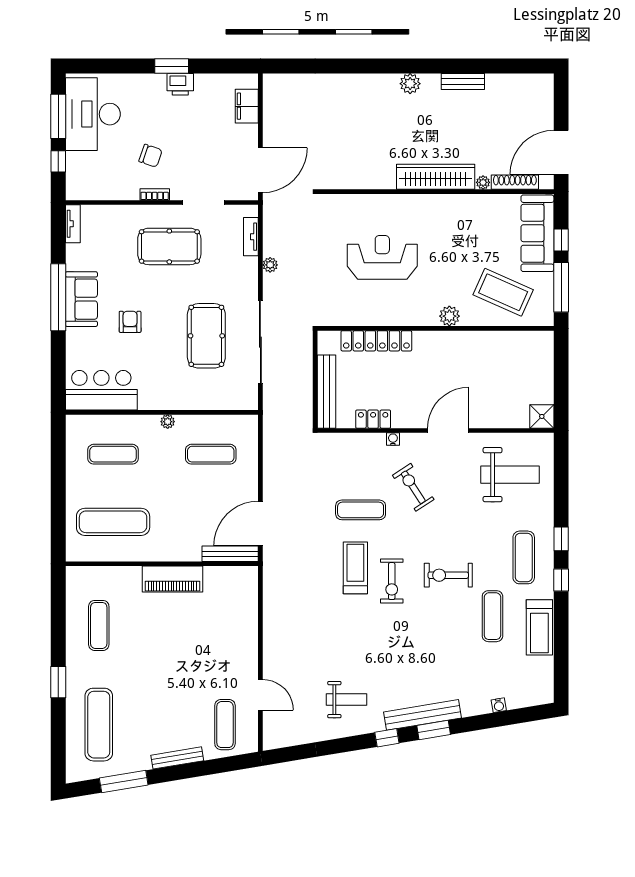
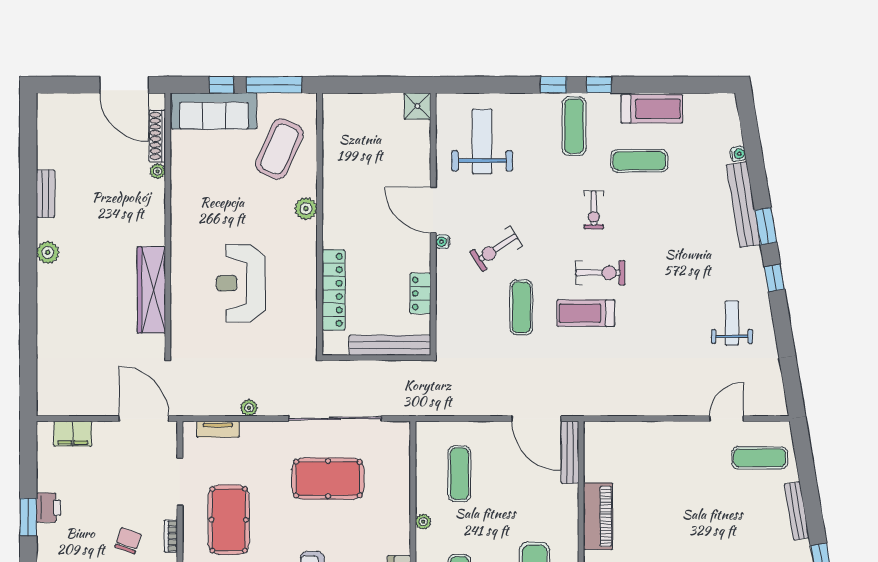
wardrobe: (436, 177) -> (151, 290), moved
water cooler: (393, 439) -> (443, 242), moved
exercise mat: (524, 557) -> (574, 126), turned 90
exercise bike: (448, 575) -> (594, 210), width x0.73, depth x0.72
bench: (422, 715) -> (743, 205), moved

